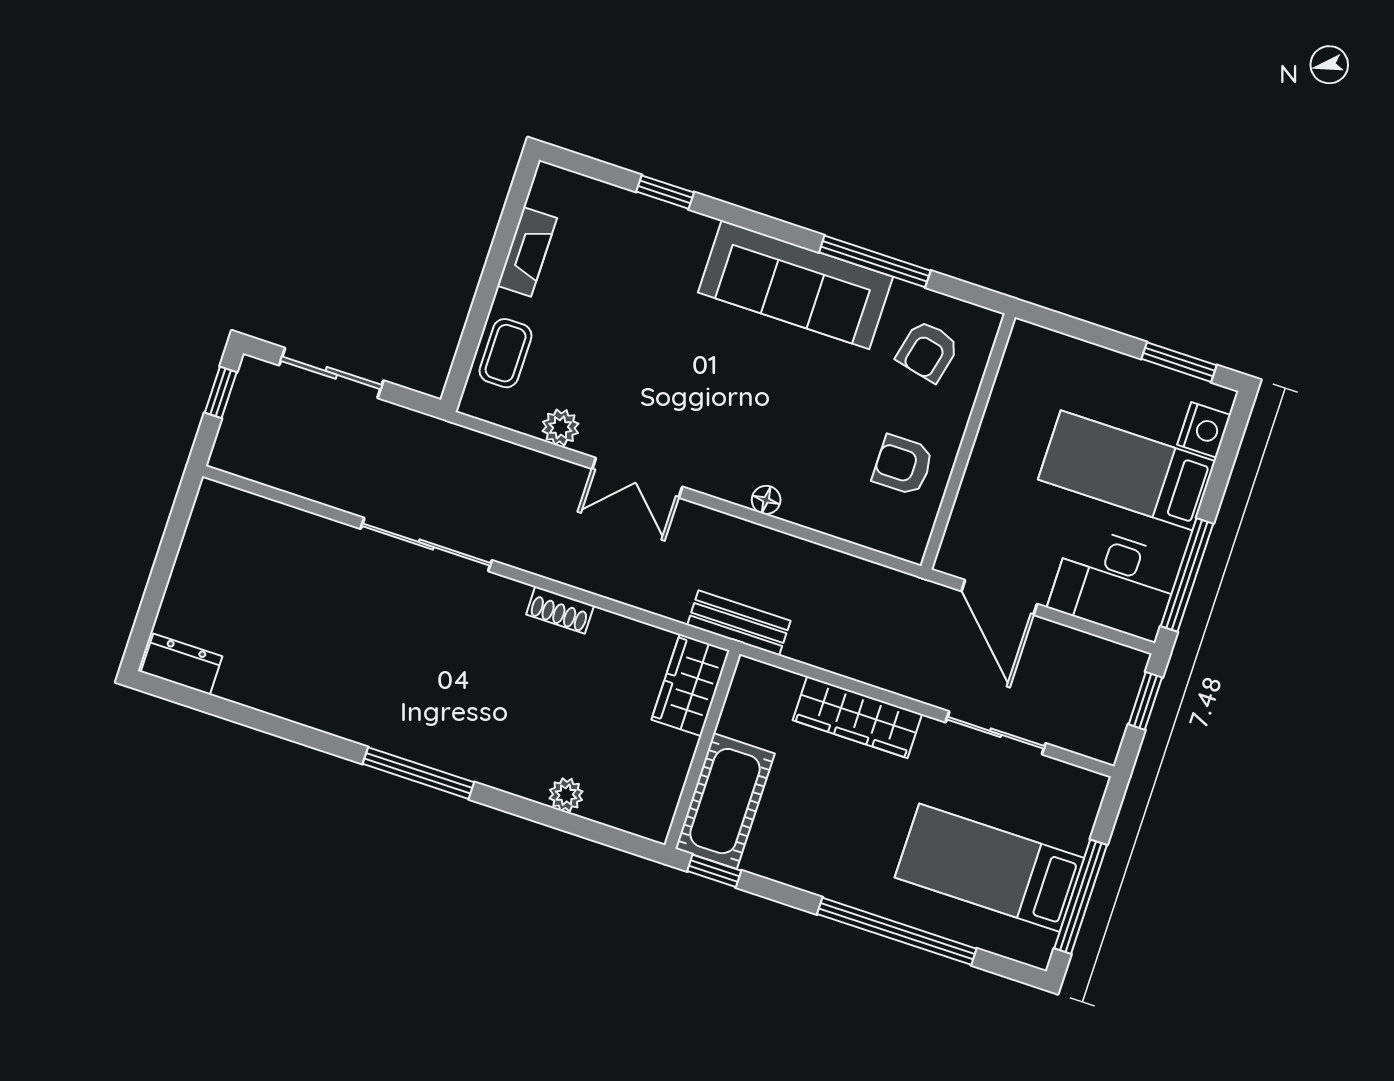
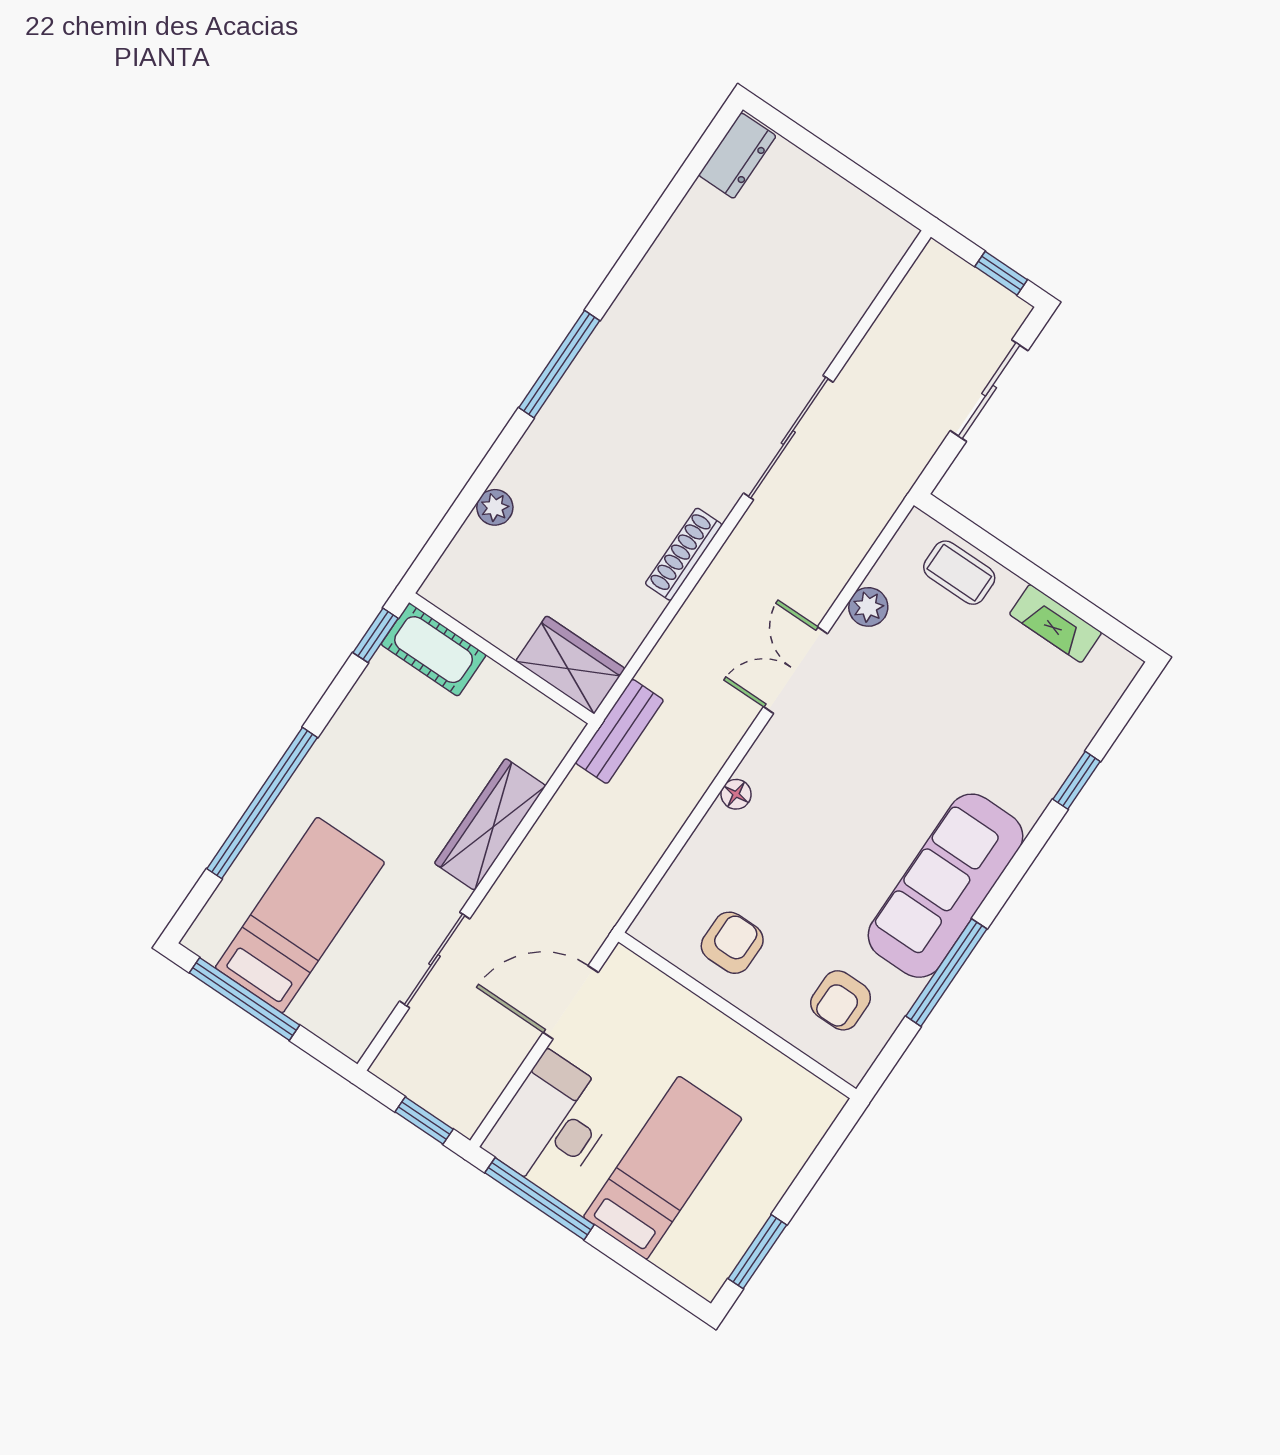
armchair: (928, 351) -> (841, 1000), turned -103
nightstand: (1204, 430) -> (682, 1257), removed
shoe rack: (560, 610) -> (684, 554), width x1.43
cot: (725, 801) -> (434, 650), width x0.73, depth x0.75

